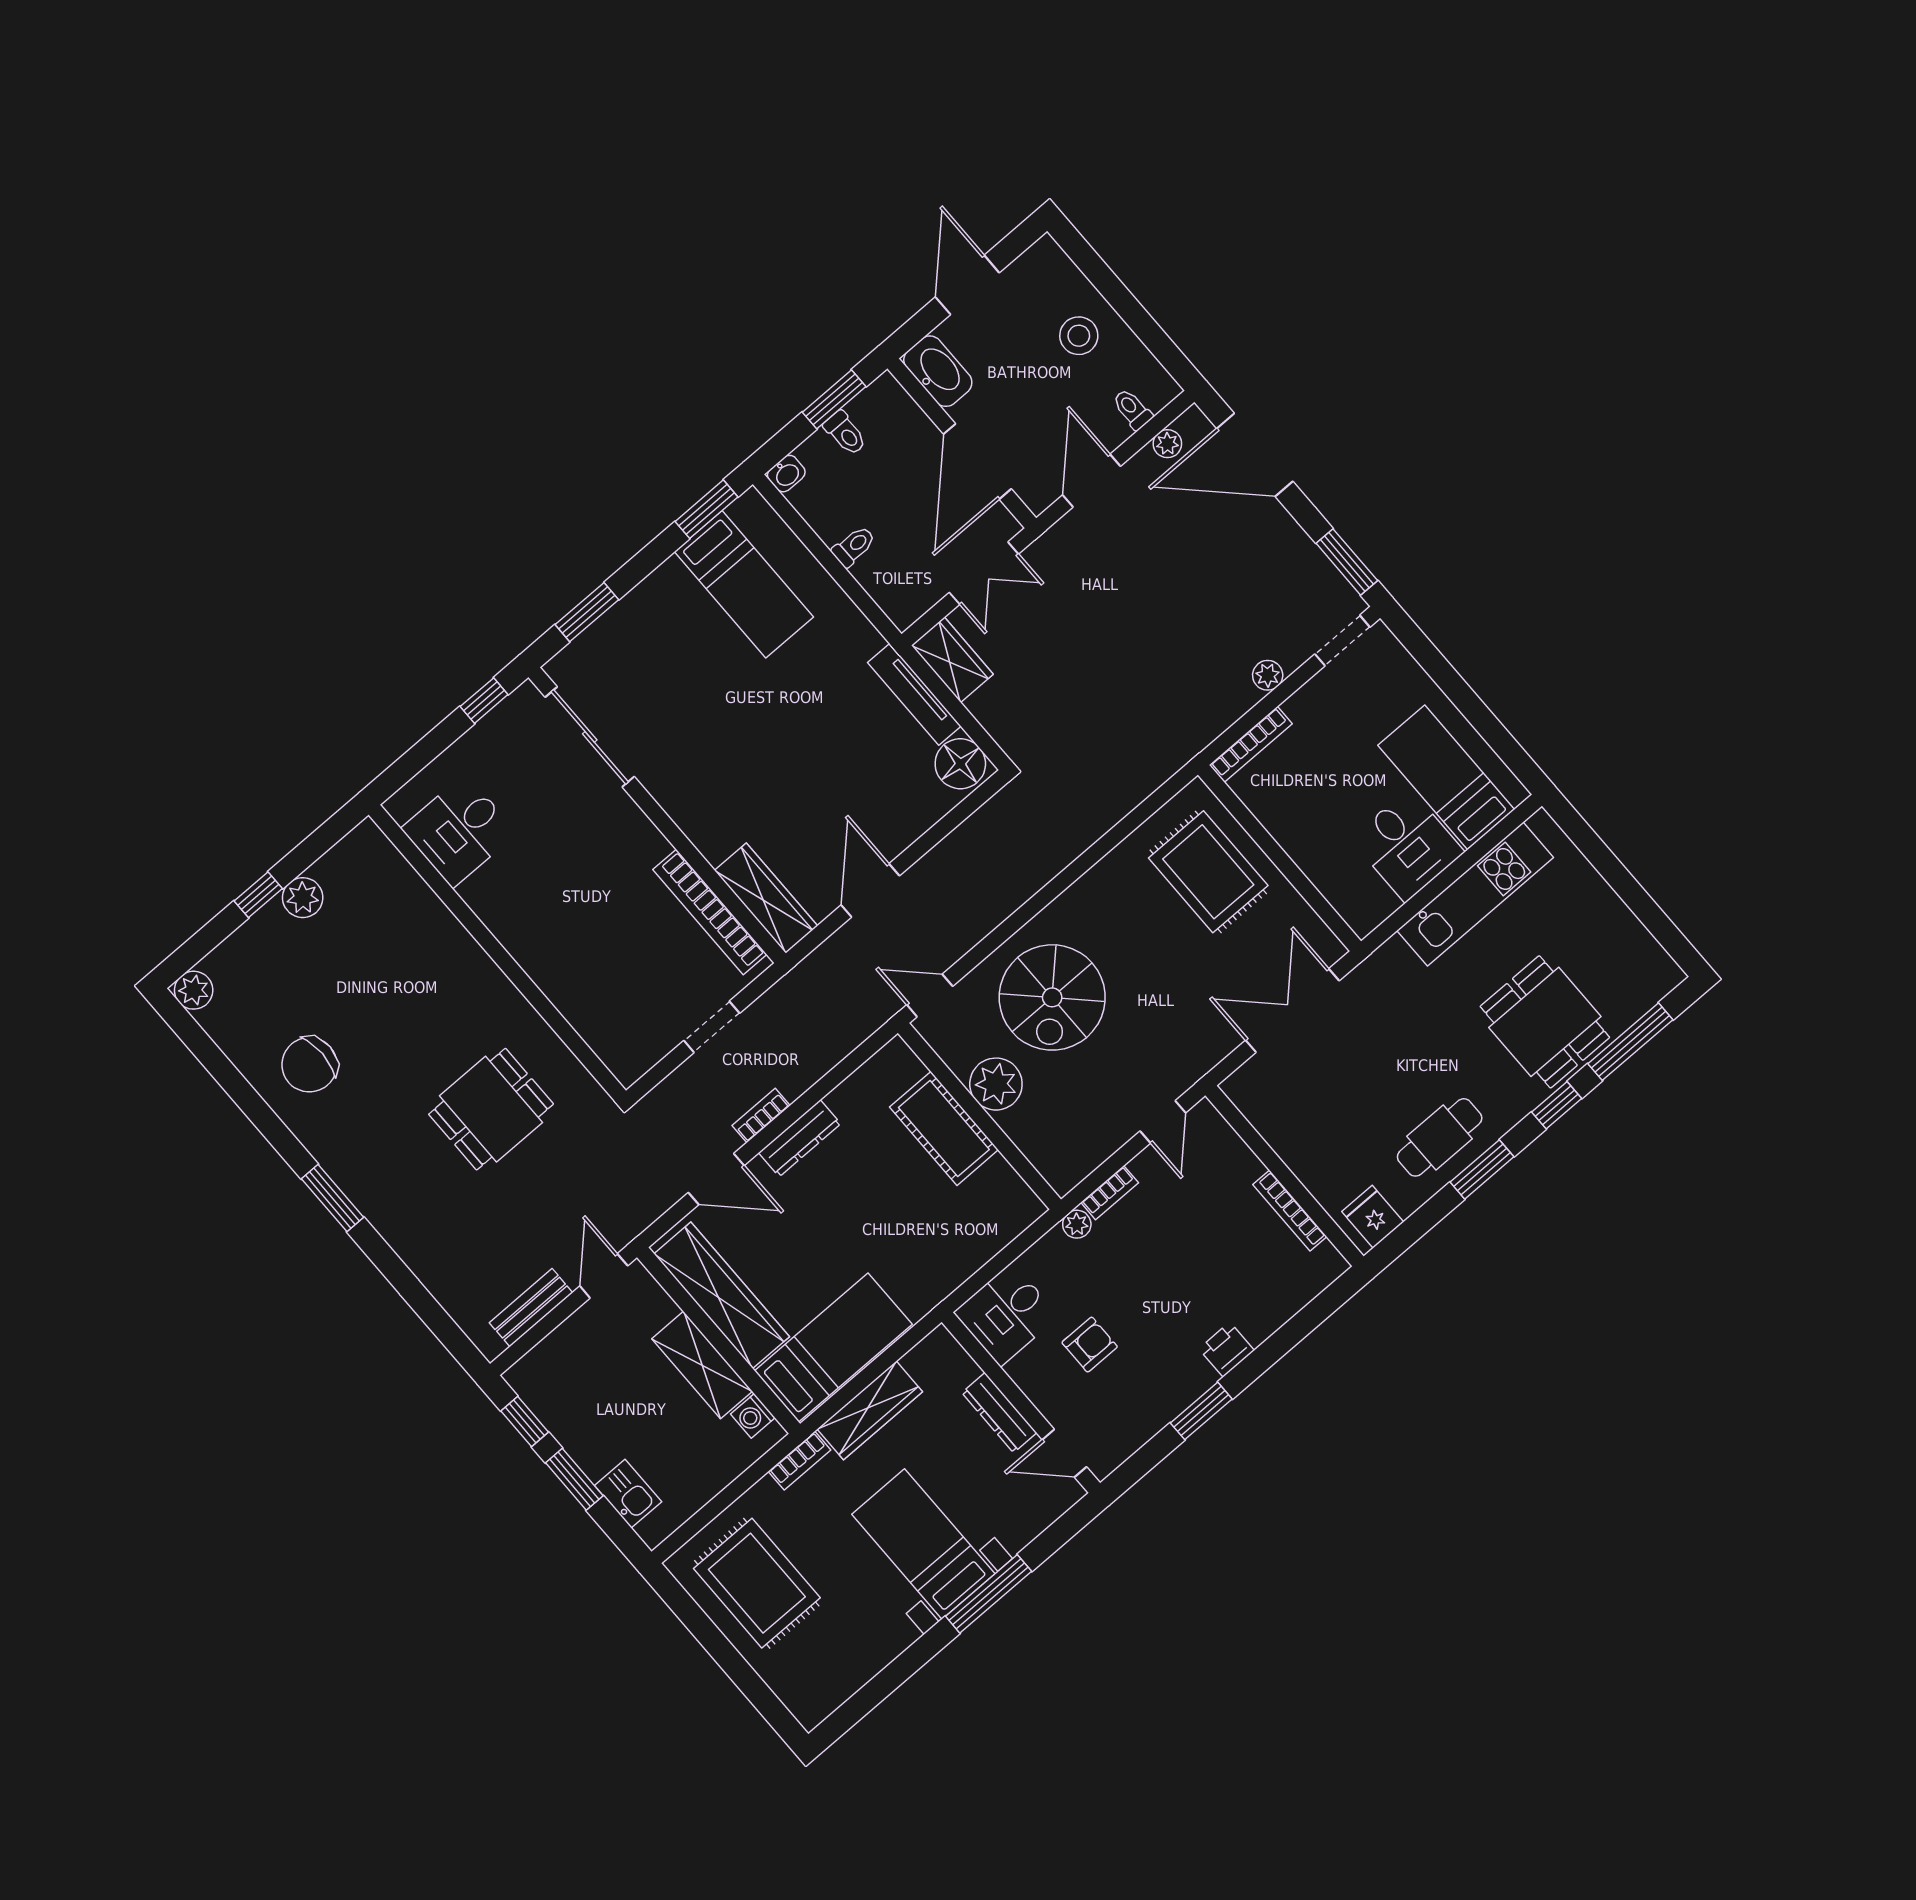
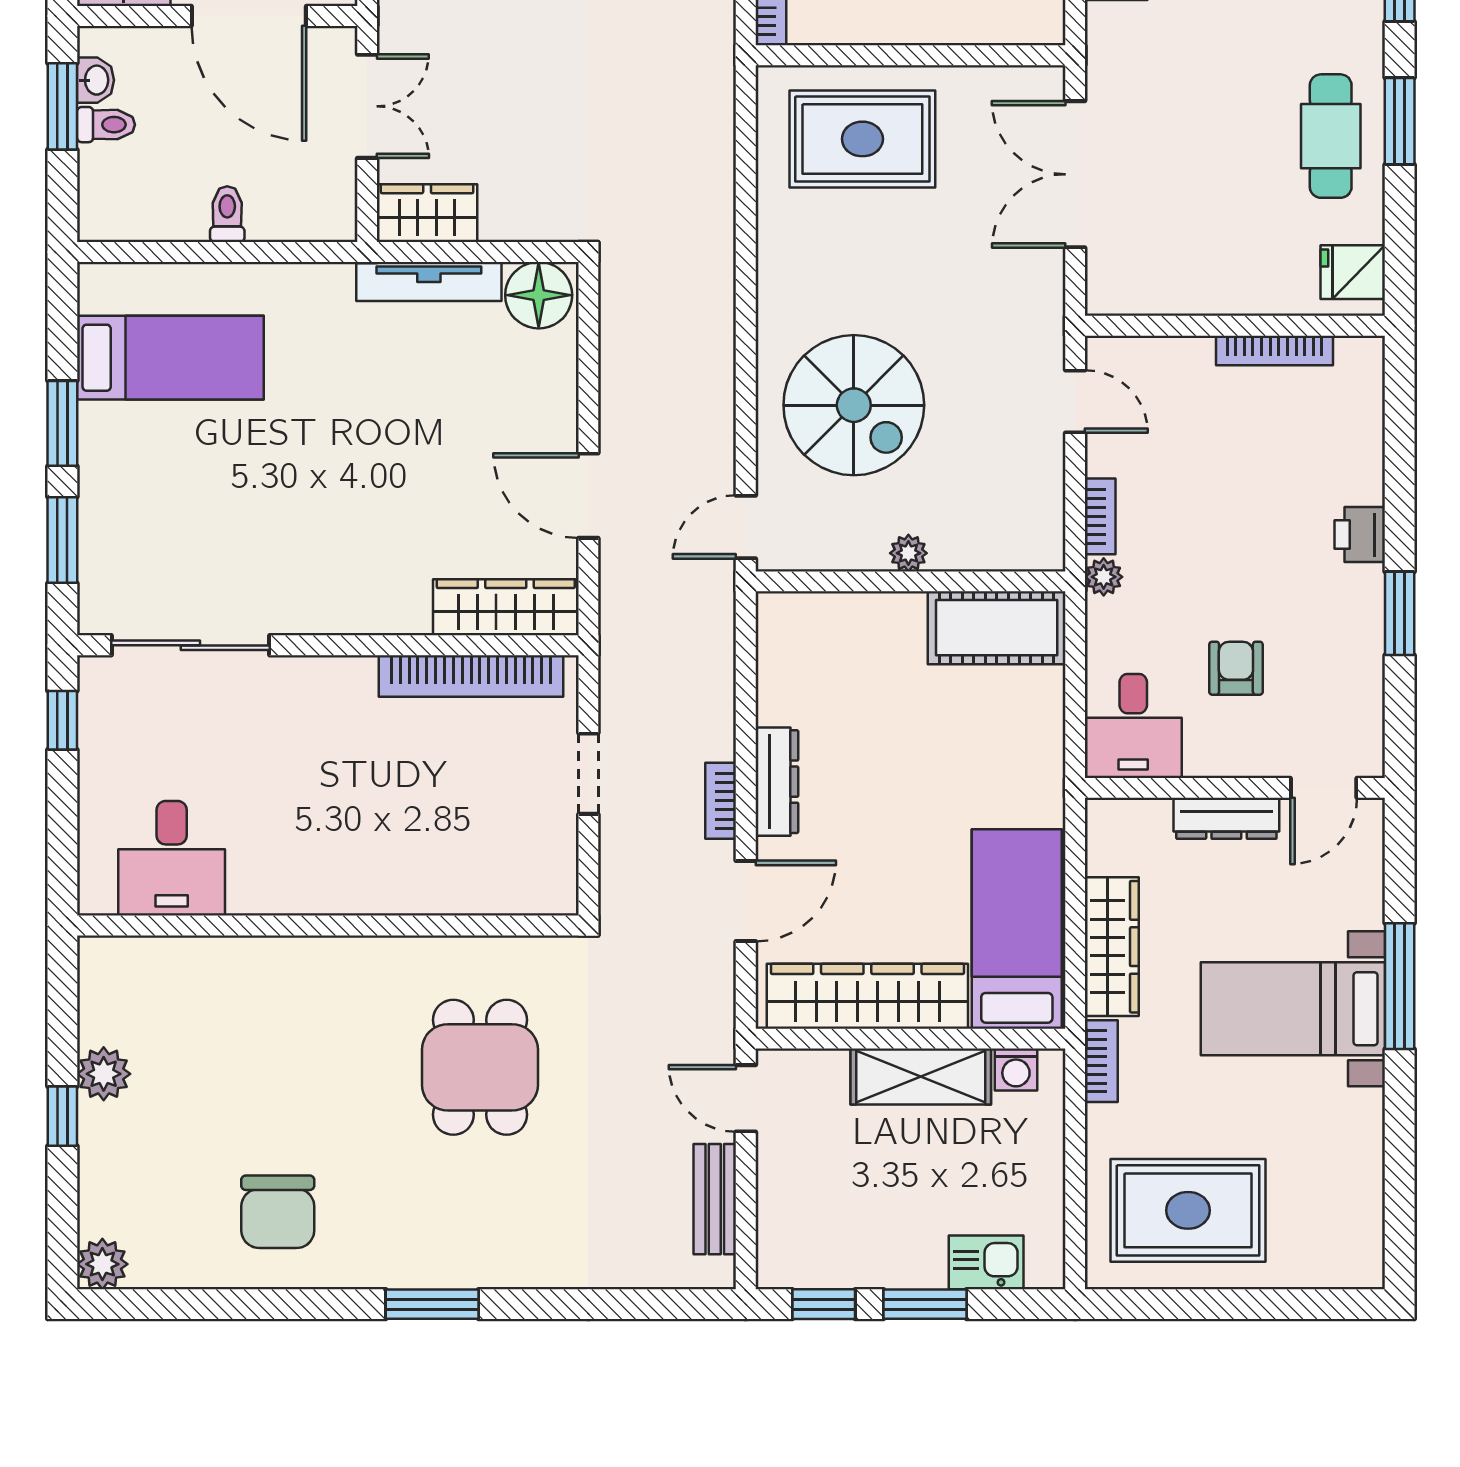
washbasin: (786, 474) -> (95, 80), moved
window: (707, 509) -> (62, 423), moved
plant: (996, 1084) -> (908, 553), width x0.53, depth x0.53
cot: (944, 1128) -> (997, 628), moved

